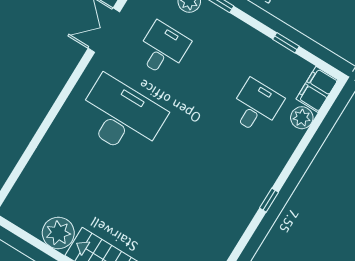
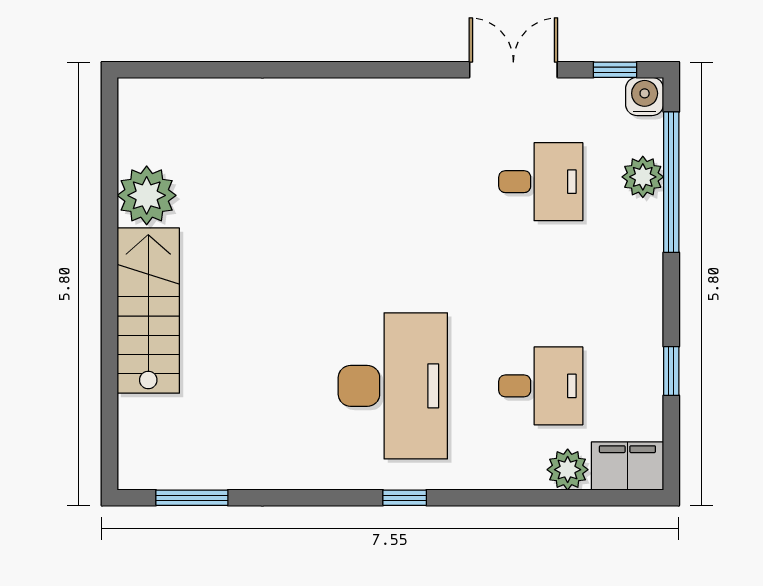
desk: (121, 117) -> (393, 386), moved

